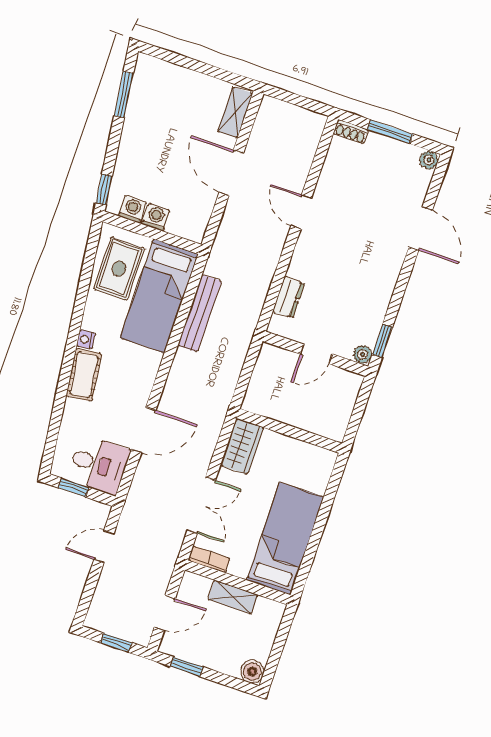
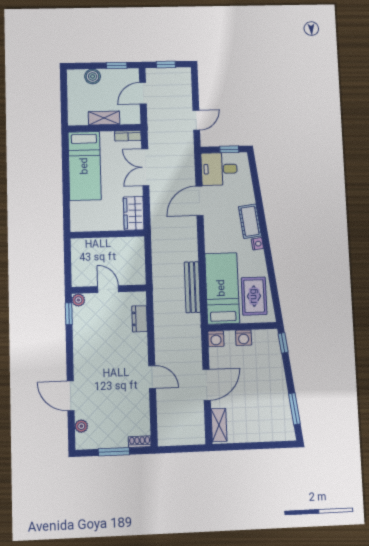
plant: (429, 160) -> (81, 426), moved
door: (231, 173) -> (207, 385), hinge flipped
washing machine: (132, 209) -> (216, 339), moved
door: (316, 354) -> (108, 289), hinge flipped
boiler: (252, 672) -> (93, 76), moved

